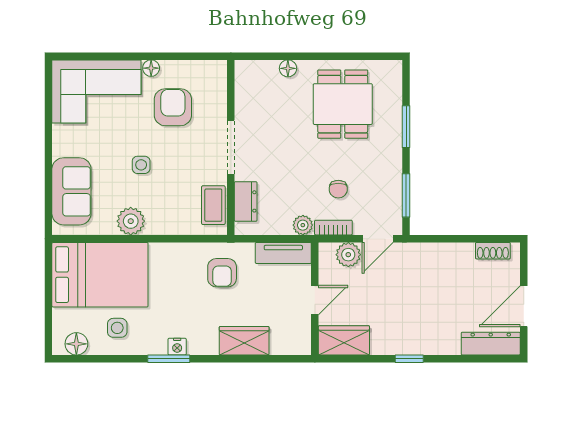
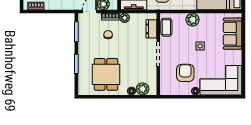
plant: (264, 73) -> (143, 89), added
armchair: (173, 107) -> (185, 73), turned 180
plant: (131, 221) -> (193, 20), moved

